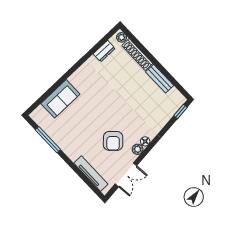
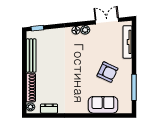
bench: (160, 79) -> (31, 56), width x1.36
armchair: (113, 141) -> (107, 72), moved, turned 71

